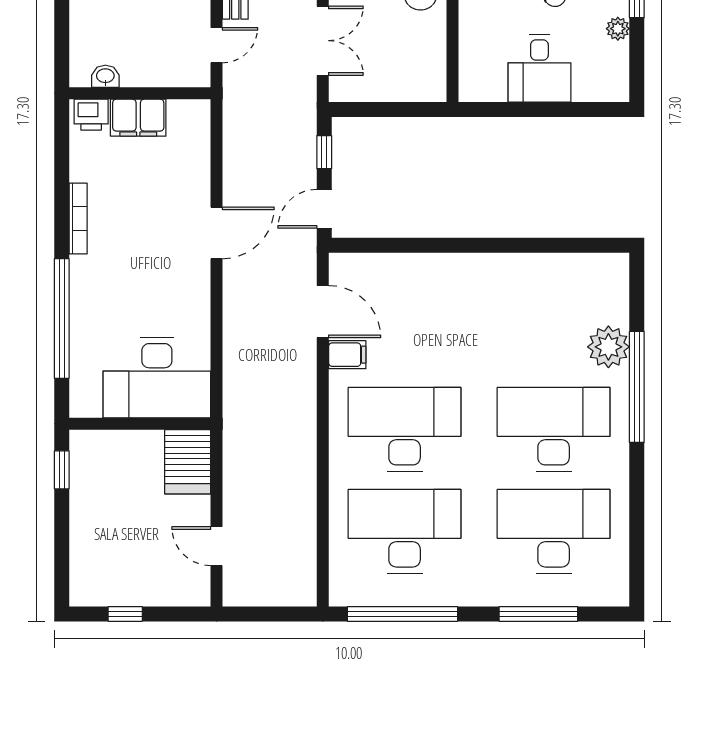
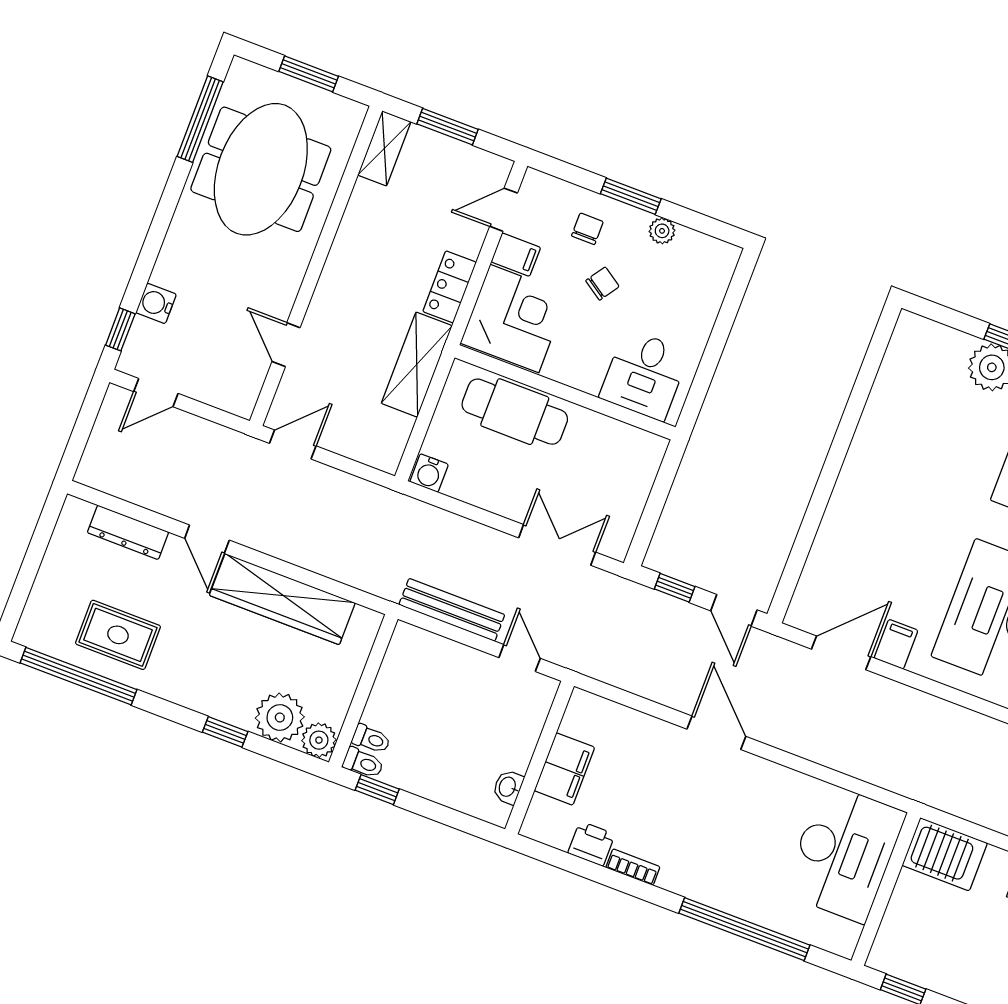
desk: (539, 68) -> (644, 375), moved, turned 90
printer: (91, 115) -> (591, 844), moved, turned -90
bookcase: (78, 219) -> (633, 867), width x0.64

